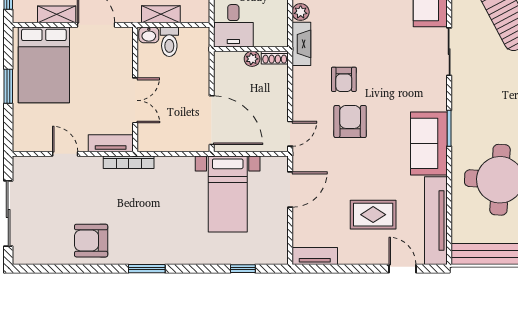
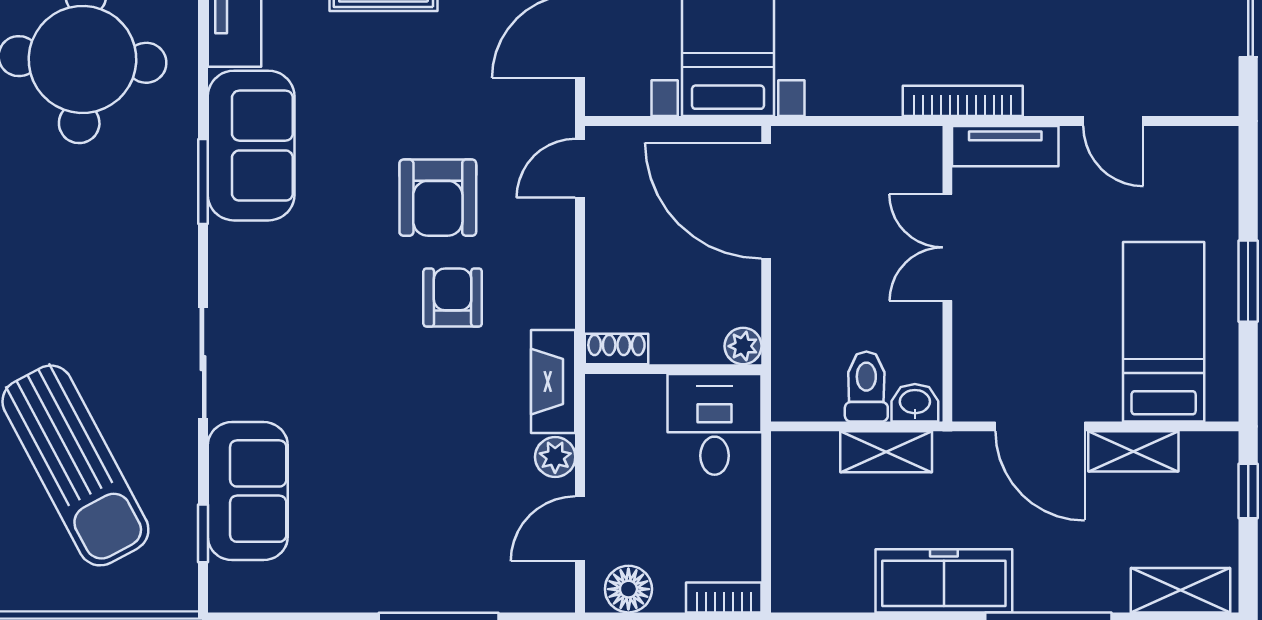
plant: (252, 59) -> (743, 346), moved
bed: (44, 65) -> (1164, 332), width x0.67

